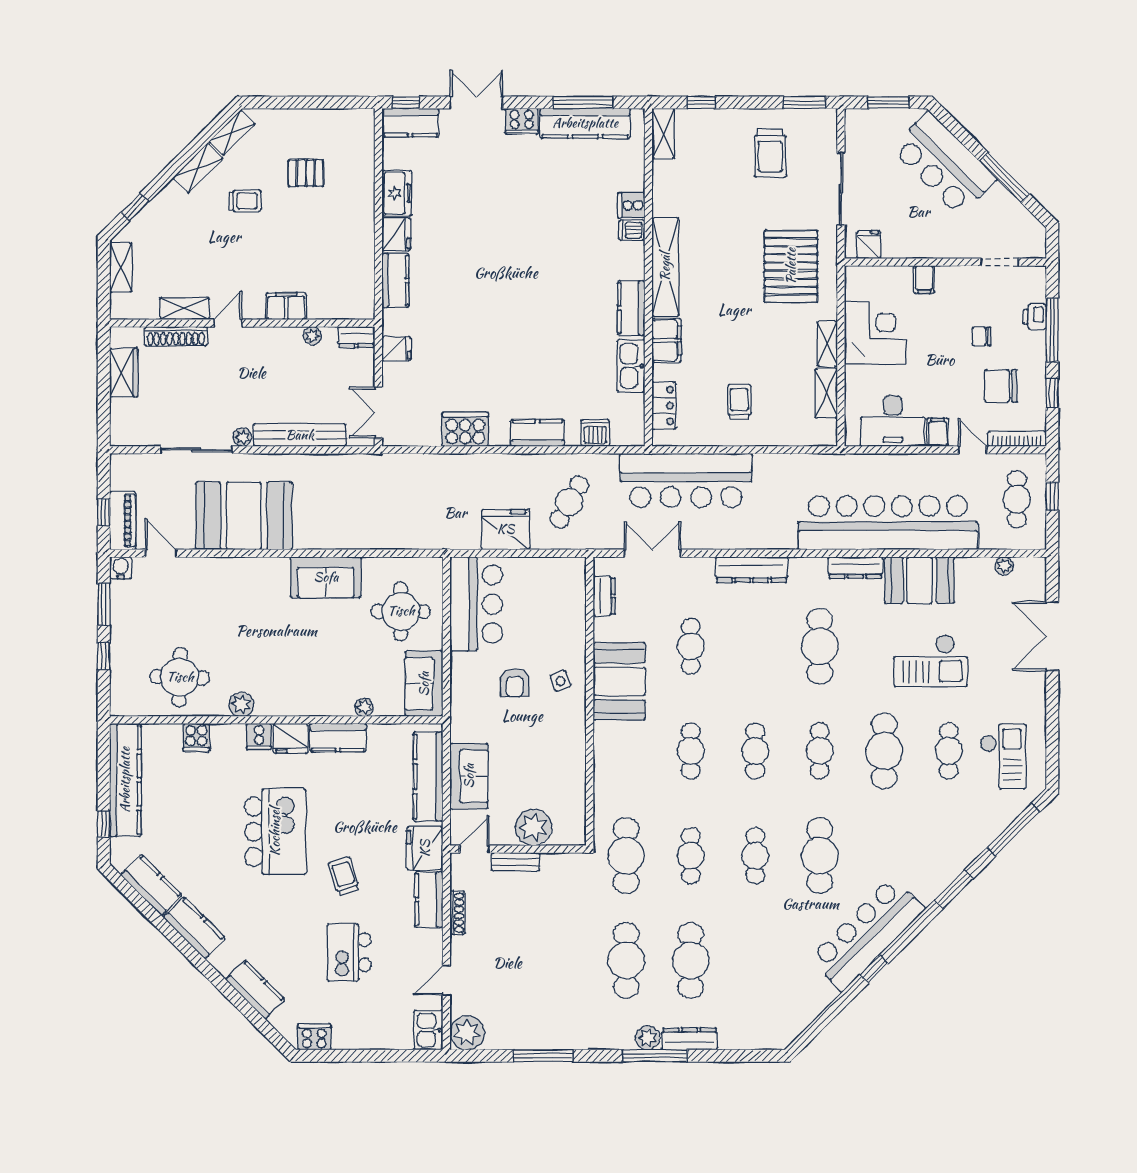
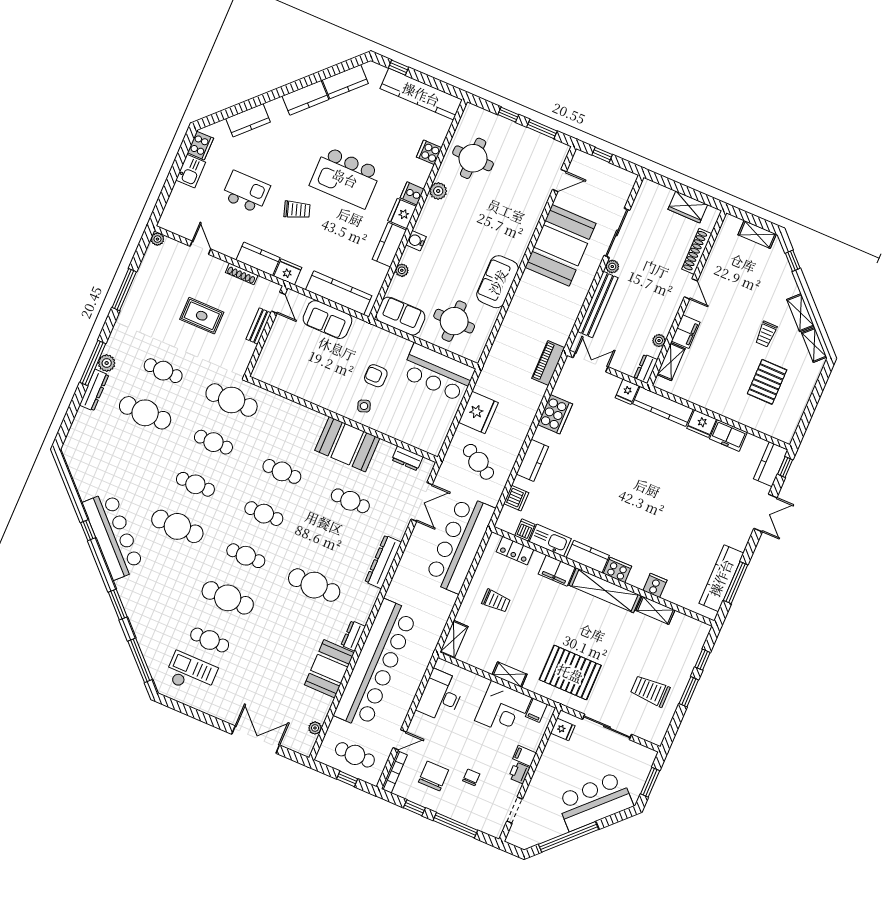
window: (805, 102) -> (689, 692), moved
cooker: (522, 121) -> (617, 570), moved, turned 90
shelving: (663, 133) -> (655, 610), moved
pallet: (306, 173) -> (767, 382), width x1.50, depth x1.42
window: (1005, 178) -> (569, 837), width x1.46
dishwasher: (632, 230) -> (525, 530), moved
kitchen counter: (395, 281) -> (663, 406), width x1.50
shelving: (185, 309) -> (671, 362), moved
printer: (1035, 317) -> (519, 773), moved, turned -90
shelving: (826, 393) -> (454, 639), moved, turned 90
filing cabinet: (938, 432) -> (536, 710), moved, turned 90
piano: (123, 521) -> (548, 363), moved, turned 90
water cooler: (121, 568) -> (416, 241), moved, turned 180
dresser: (855, 568) -> (353, 636), width x0.70
checkout: (931, 661) -> (274, 653), removed
checkout: (1003, 756) -> (191, 674), turned 180
plant: (534, 827) -> (276, 347), removed
fridge: (425, 848) -> (288, 272), width x0.73, depth x0.75
rug: (534, 941) -> (202, 316), added
cafe table: (626, 960) -> (163, 371), width x0.73, depth x0.74
kitchen sink: (428, 1030) -> (191, 171), moved, turned 90
plant: (467, 1033) -> (157, 239), width x0.53, depth x0.53

